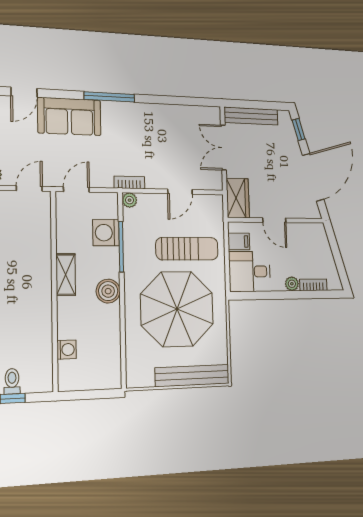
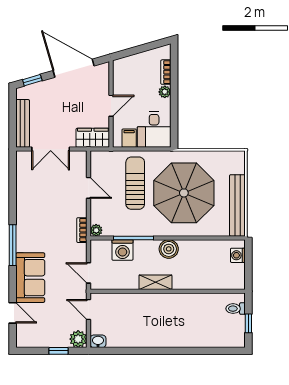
washing machine: (67, 350) -> (238, 255), moved, turned -90
bench: (192, 376) -> (237, 205), moved
toilet: (12, 381) -> (236, 309), moved

